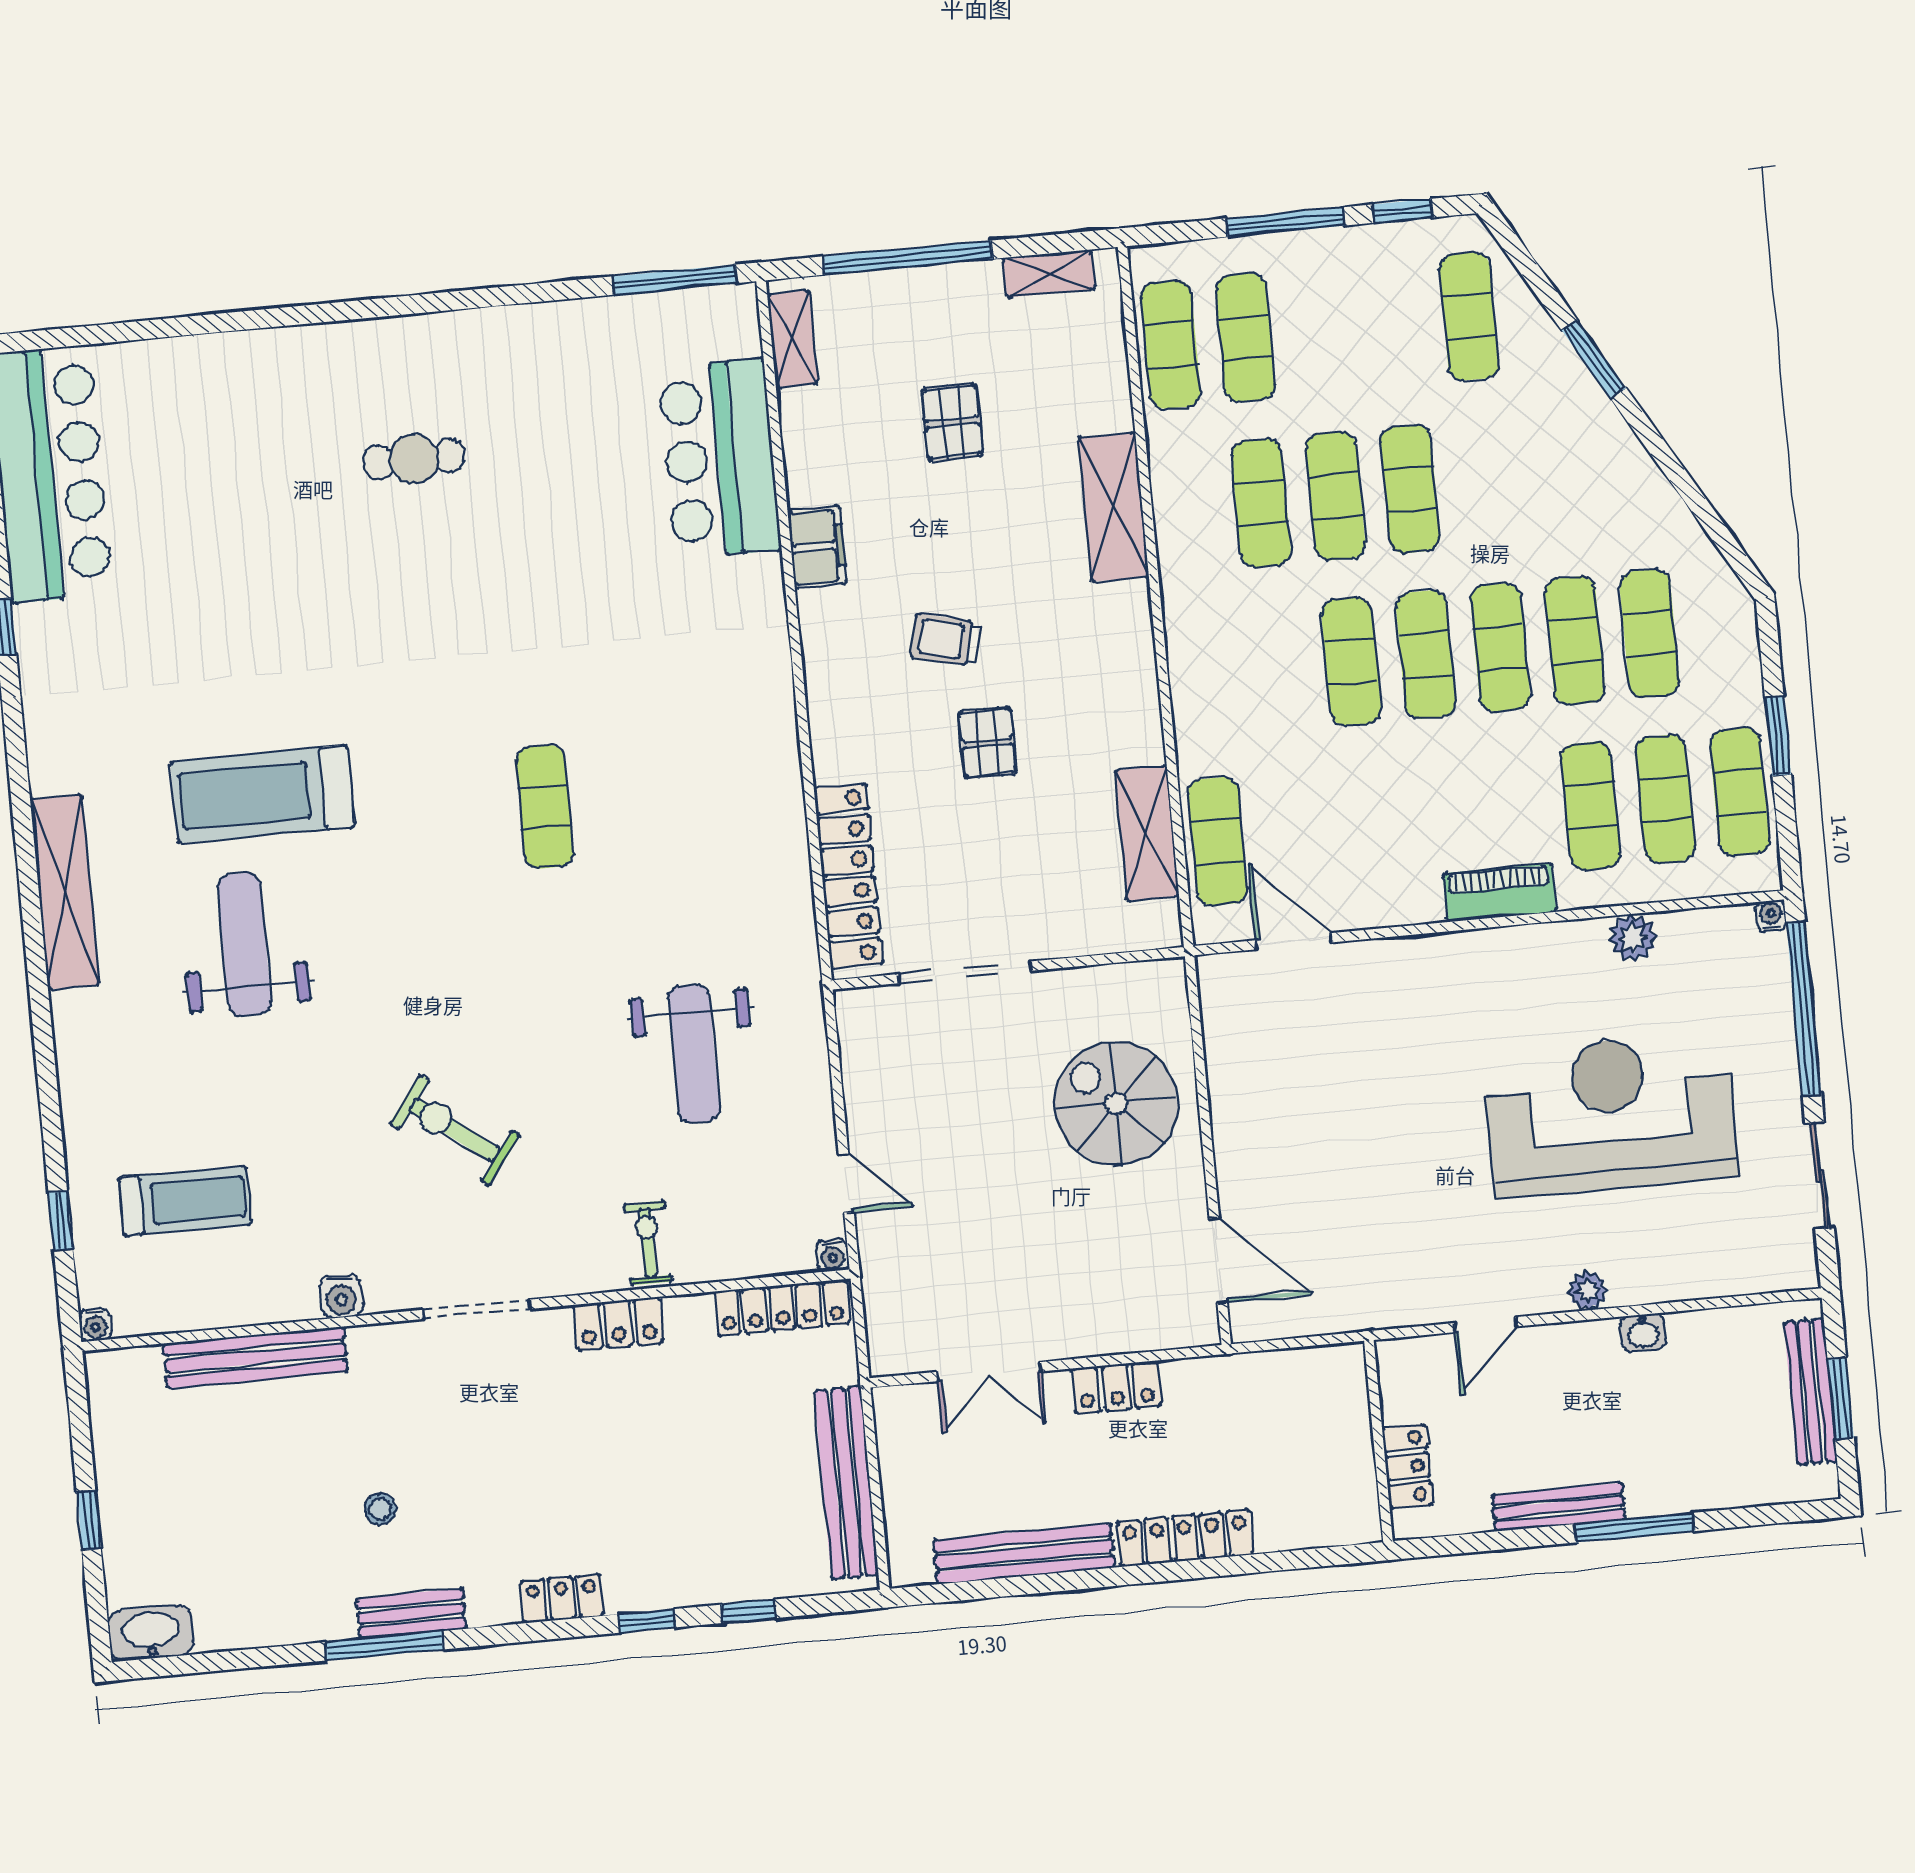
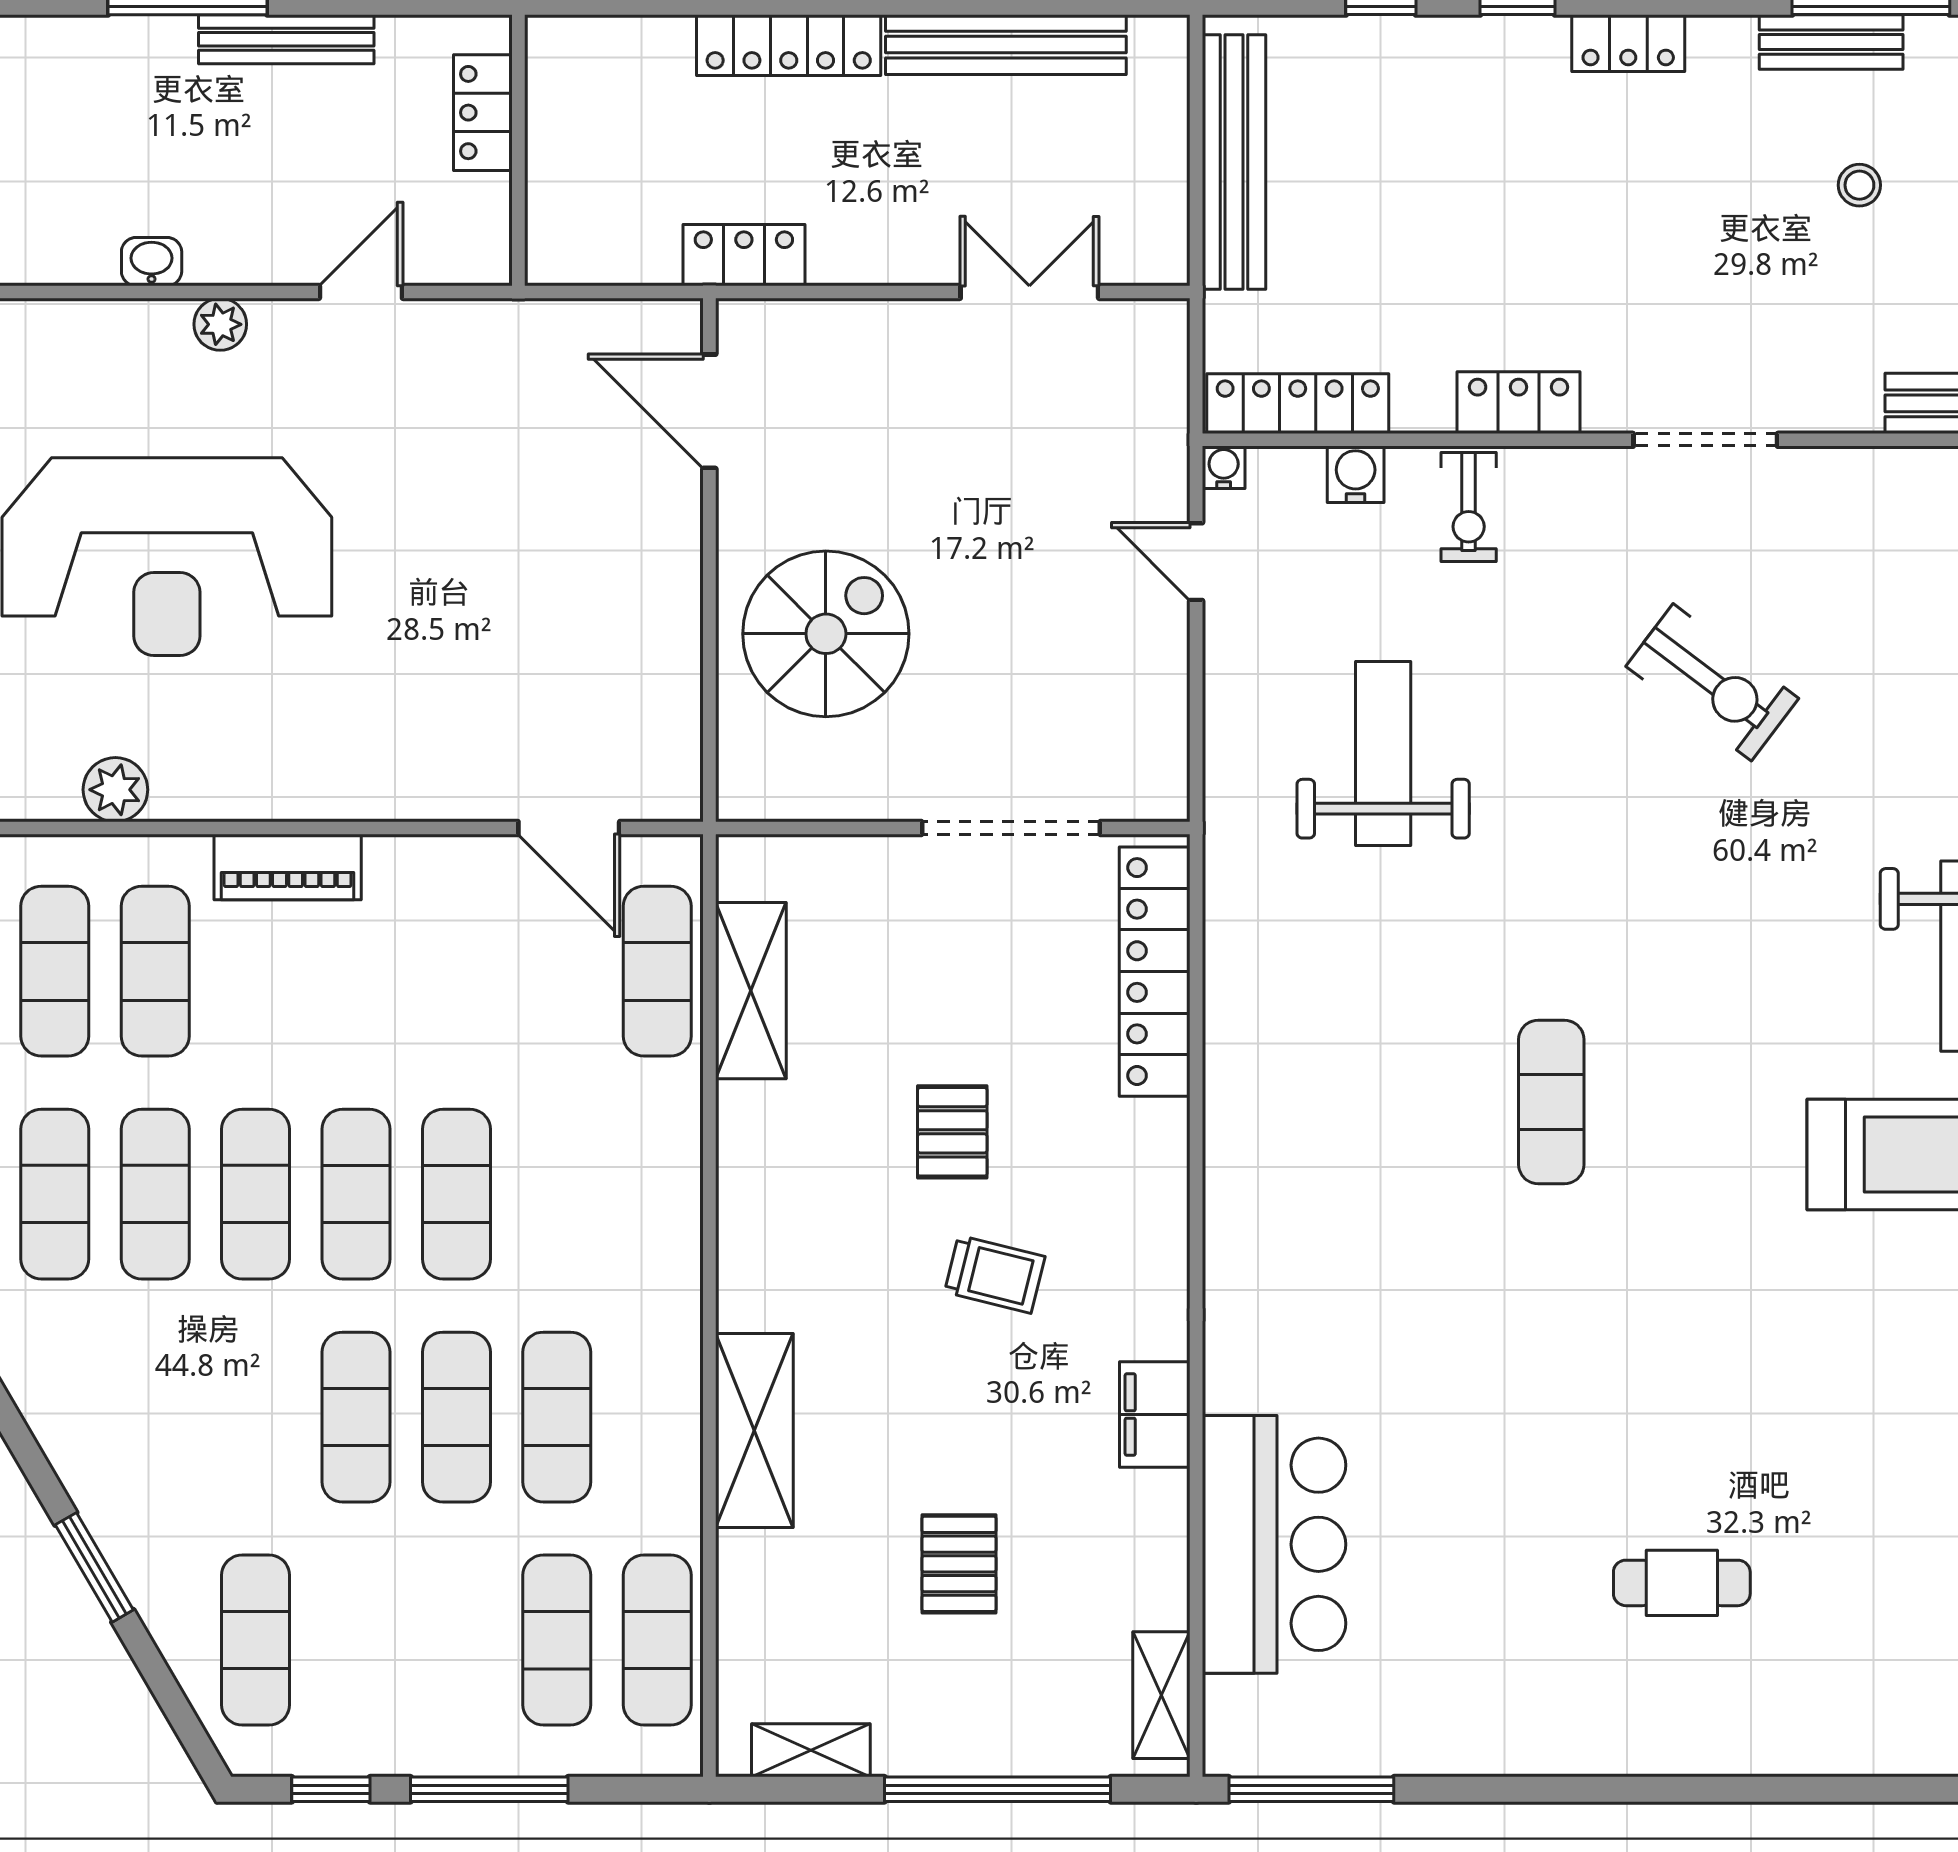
spiral stairs: (1116, 1104) -> (826, 634), turned -90
water cooler: (341, 1296) -> (1356, 474), moved
locker: (1116, 1387) -> (744, 255), moved

